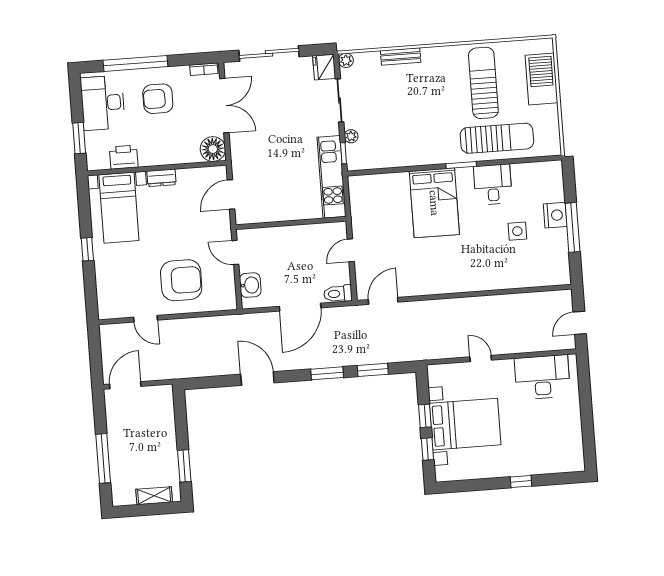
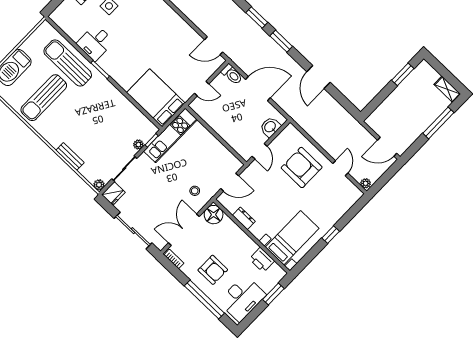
stool: (254, 151) -> (195, 191), added
dresser: (161, 178) -> (244, 218), moved
bed: (434, 203) -> (156, 98), moved, turned -90
plant: (108, 331) -> (366, 183), added
shelving: (154, 496) -> (447, 89), moved

